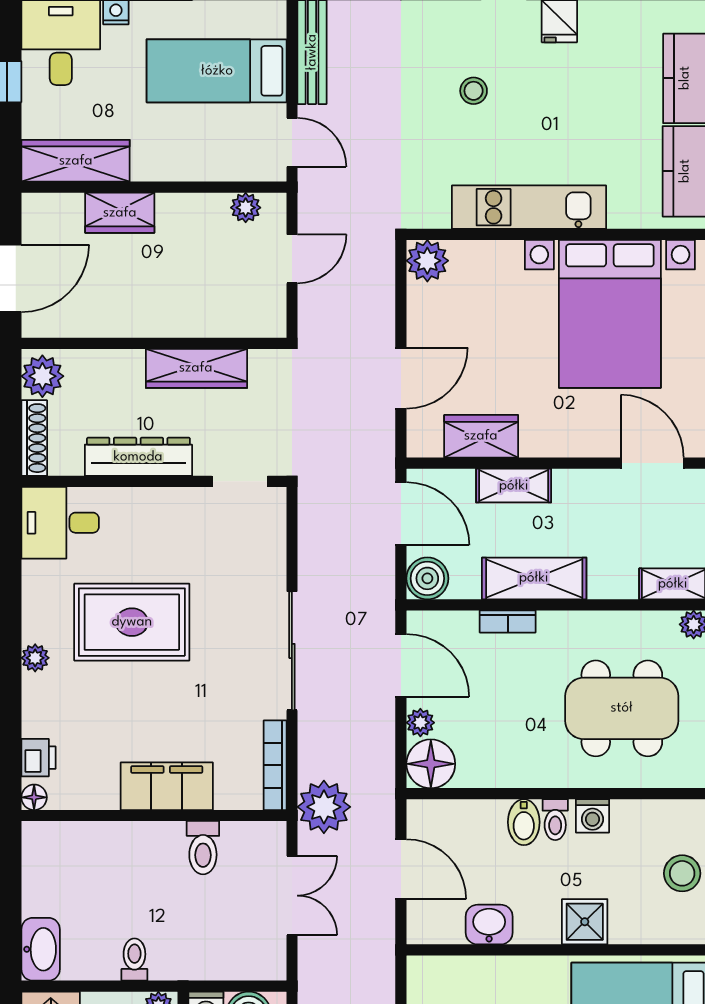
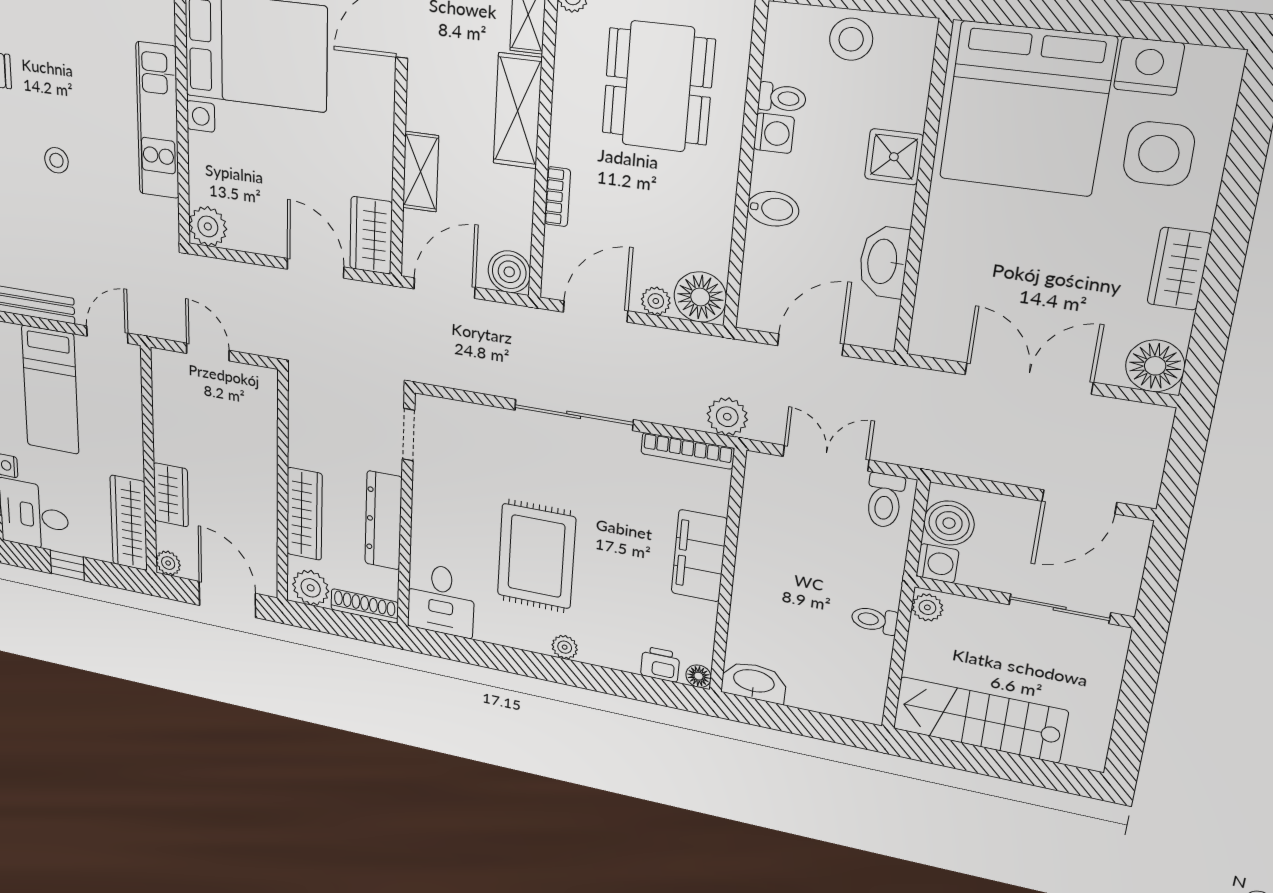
plant: (246, 208) -> (168, 563), moved
wardrobe: (196, 368) -> (304, 514), moved
wardrobe: (481, 436) -> (371, 235), moved
shelving: (534, 578) -> (517, 111), moved
plant: (324, 807) -> (727, 417), width x0.73, depth x0.73
toilet: (555, 820) -> (782, 98), moved
toilet: (203, 848) -> (885, 501), moved, turned 90
washbasin: (489, 925) -> (884, 262), width x1.38
washbasin: (41, 949) -> (754, 682), moved

